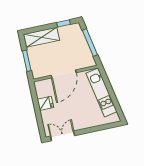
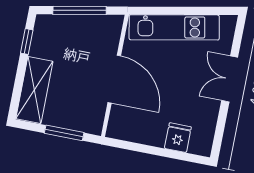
fridge: (45, 103) -> (178, 138), moved
double door: (63, 136) -> (230, 79), moved

